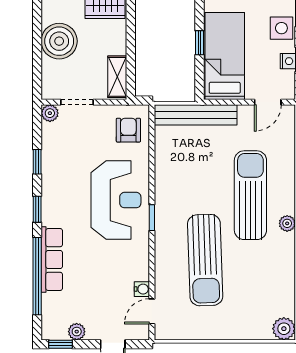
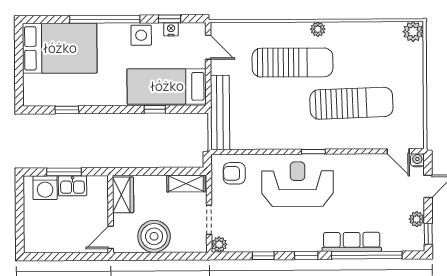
sun lounger: (250, 195) -> (293, 63), turned 180
water cooler: (142, 289) -> (417, 160), moved

